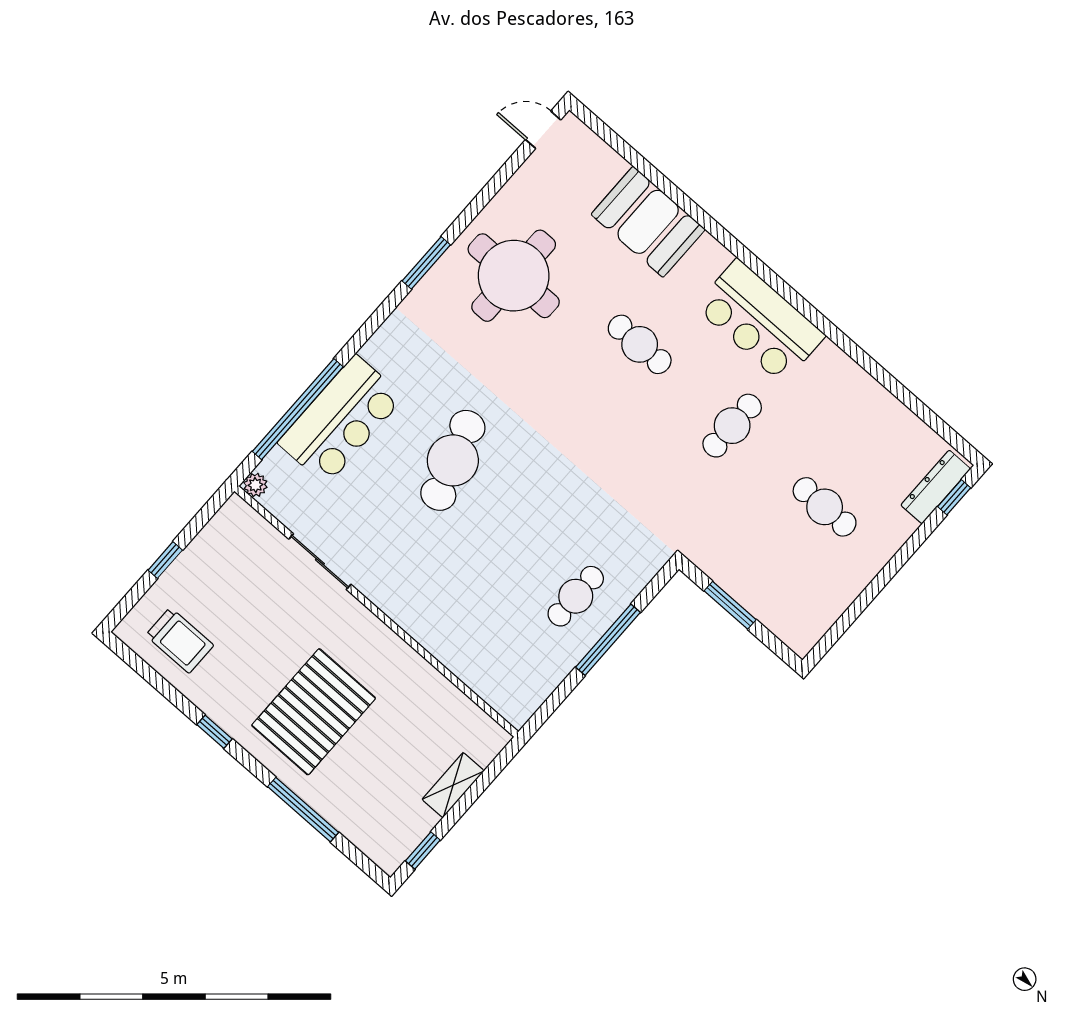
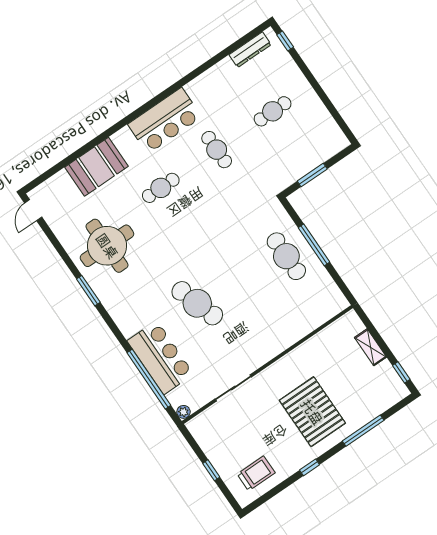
dresser: (936, 487) -> (250, 50), moved, turned -90
cafe table: (576, 596) -> (286, 256), width x1.37, depth x1.35

